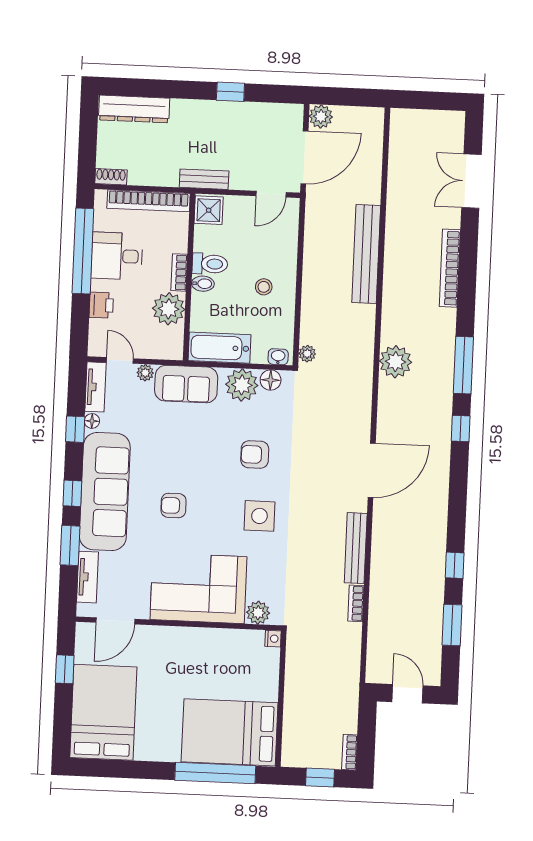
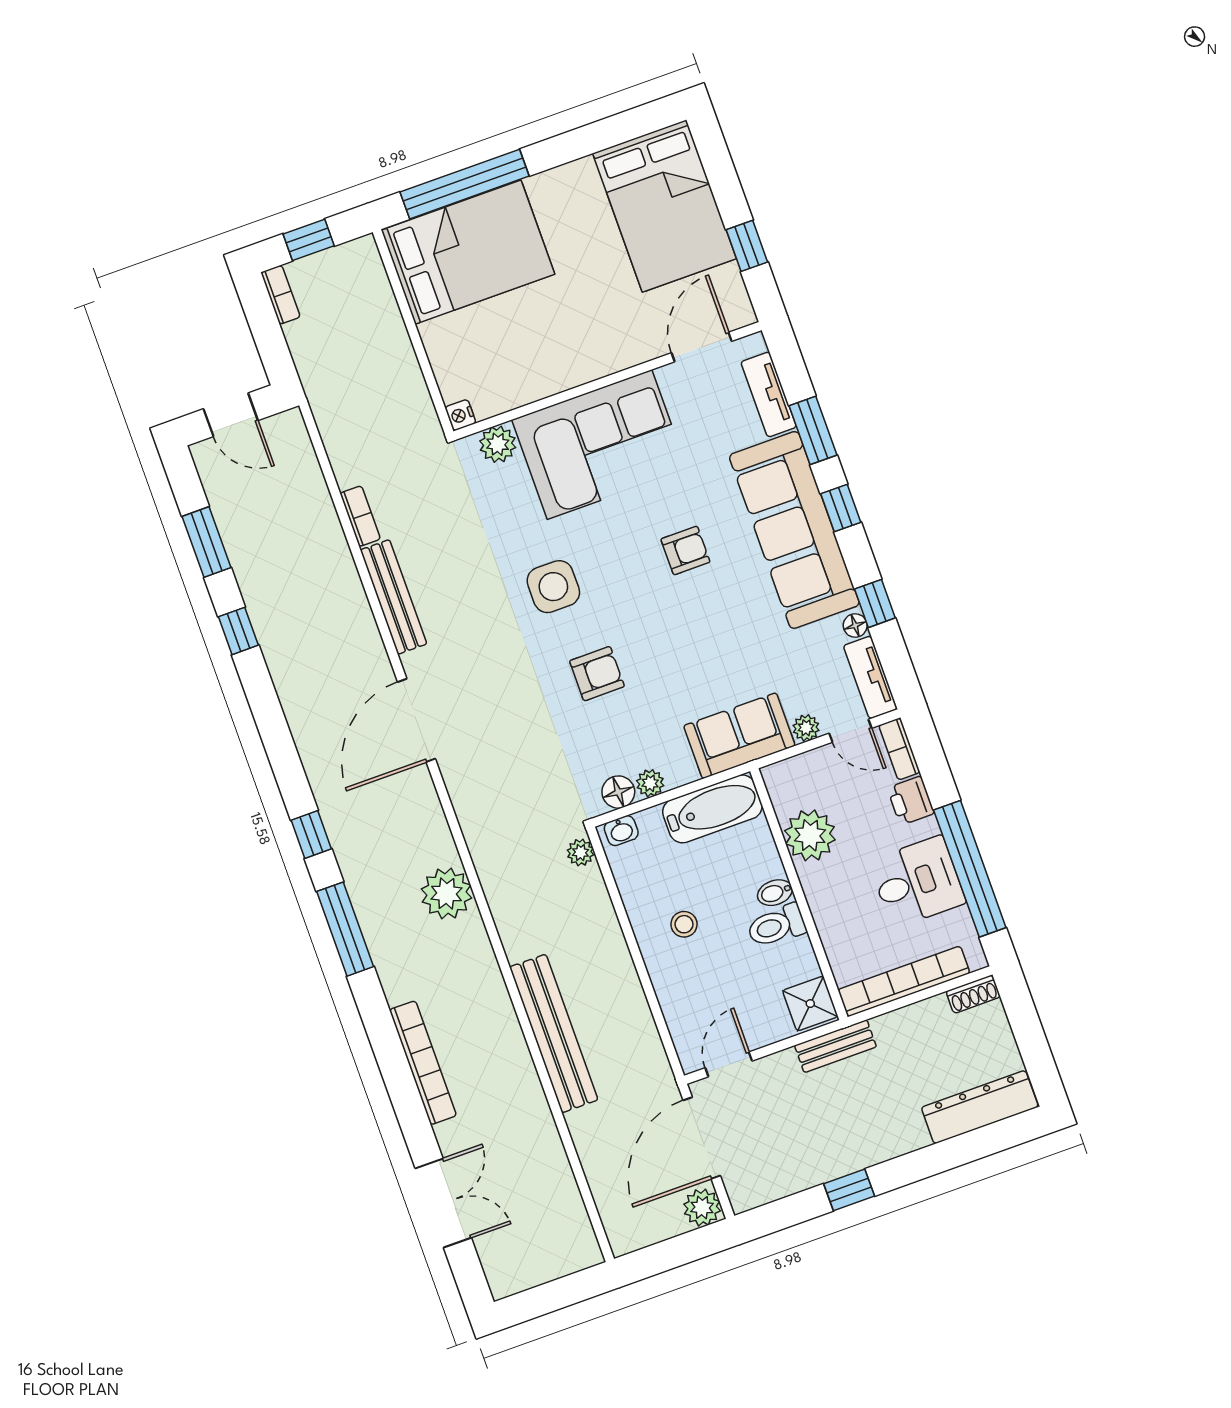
bookcase: (179, 272) -> (899, 749), moved, turned 180
plant: (242, 385) -> (650, 783), width x0.53, depth x0.53

